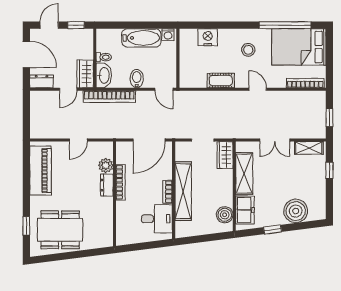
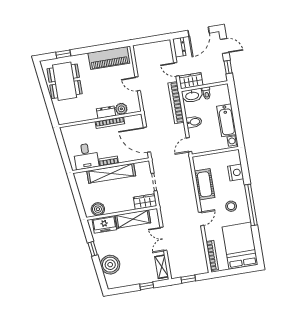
window: (285, 25) -> (251, 205), moved
cot: (221, 81) -> (205, 184), width x1.37, depth x1.34

